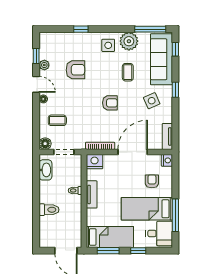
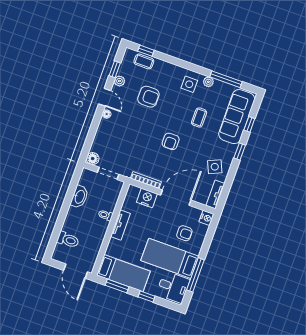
window: (81, 29) -> (146, 51), moved
window: (150, 29) -> (226, 79), moved
plant: (129, 41) -> (208, 82), width x0.53, depth x0.53
window: (175, 49) -> (249, 124), moved
side table: (152, 101) -> (215, 167), moved
armchair: (110, 103) -> (171, 141), turned 90
coffee table: (57, 120) -> (144, 61), moved
nightstand: (95, 162) -> (147, 198), moved
washbasin: (45, 170) -> (79, 197), moved
armchair: (152, 181) -> (184, 233), turned 90
toilet: (49, 210) -> (68, 240), moved

